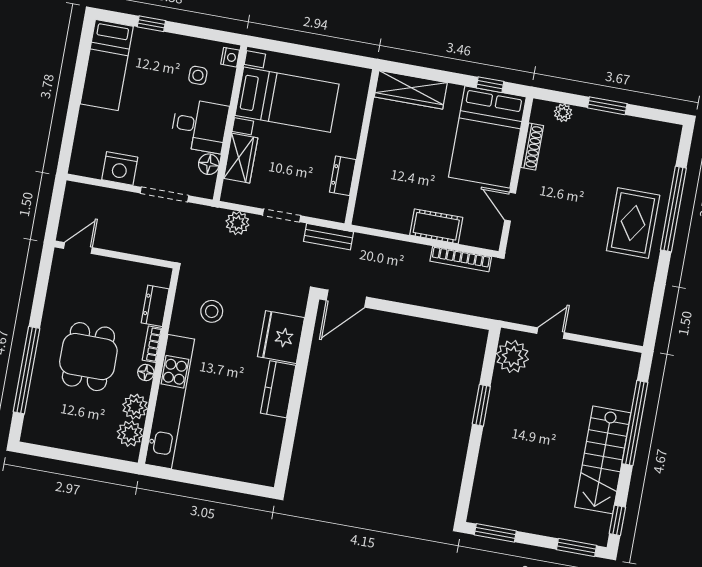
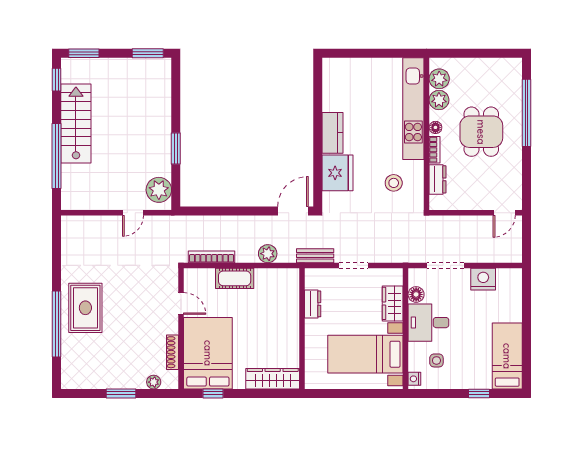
plant: (237, 223) -> (268, 254), moved

